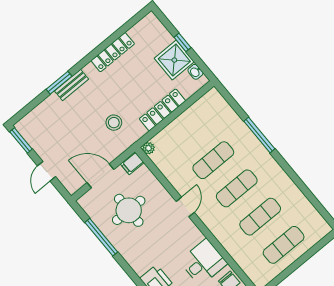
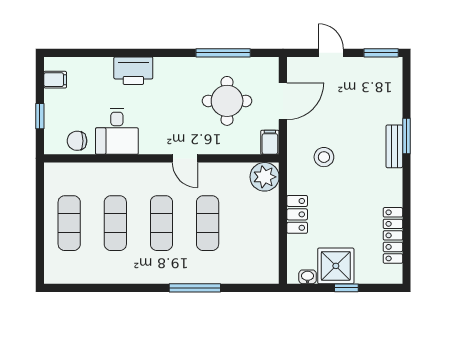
locker: (113, 52) -> (393, 235), moved
locker: (162, 110) -> (297, 214), width x0.66
plant: (149, 148) -> (265, 177), width x1.87, depth x1.87

